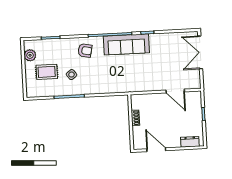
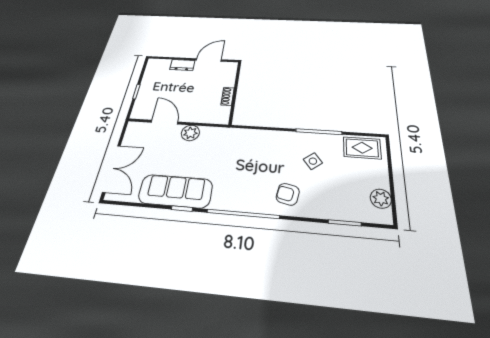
sofa: (126, 44) -> (176, 191), moved
rug: (47, 72) -> (362, 148), moved
plant: (155, 85) -> (190, 133), added
dresser: (190, 142) -> (182, 65), moved
door: (156, 150) -> (209, 60), swing flipped

